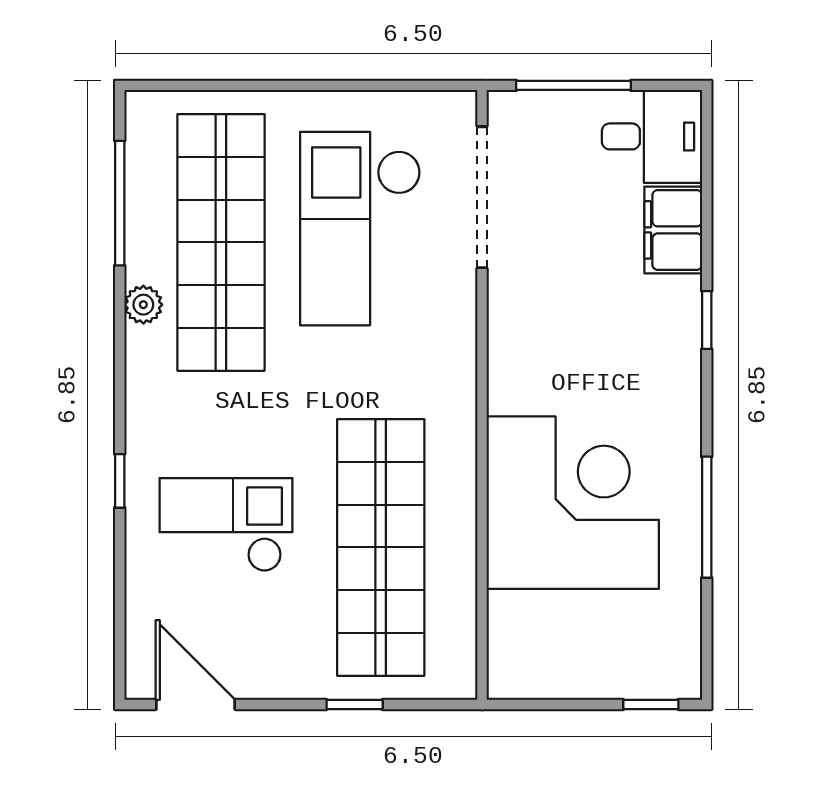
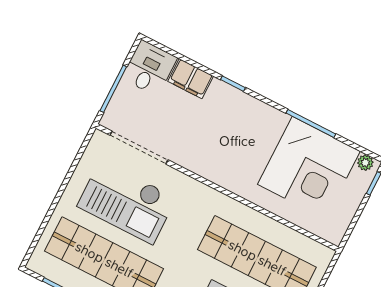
corner desk: (573, 503) -> (309, 168), moved, turned 180
plant: (684, 666) -> (365, 163), added

